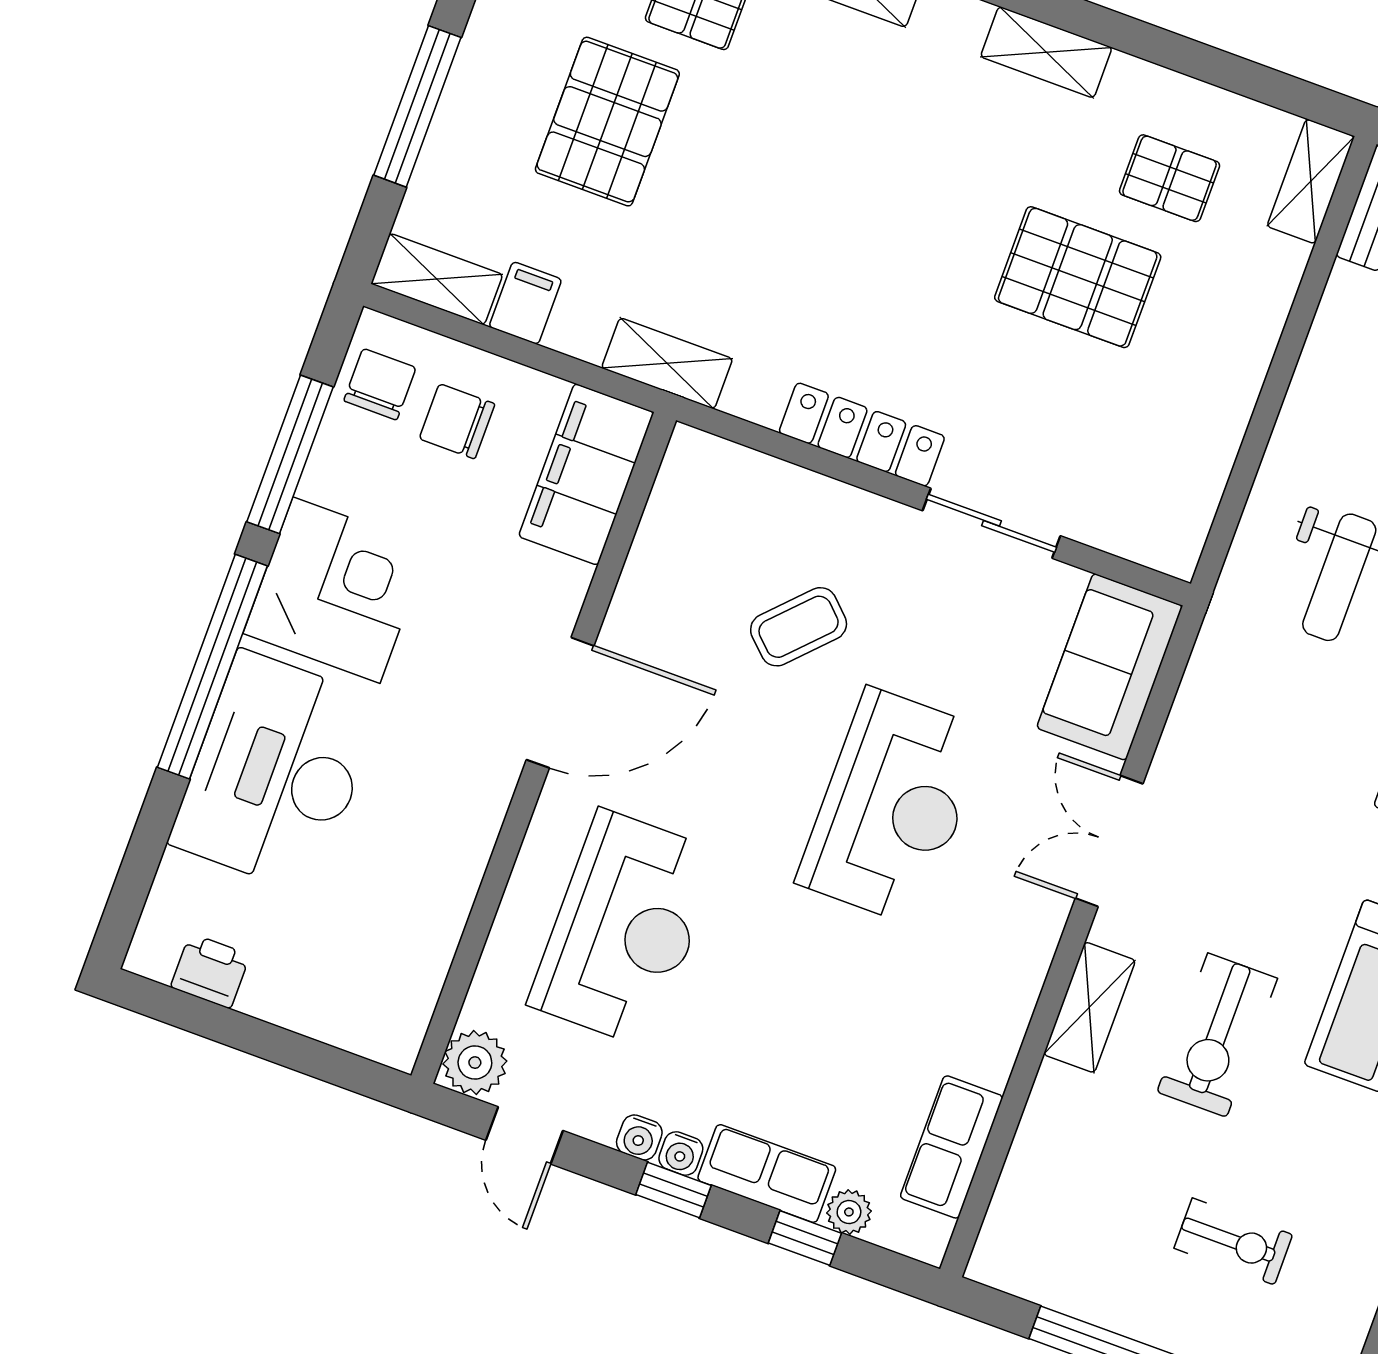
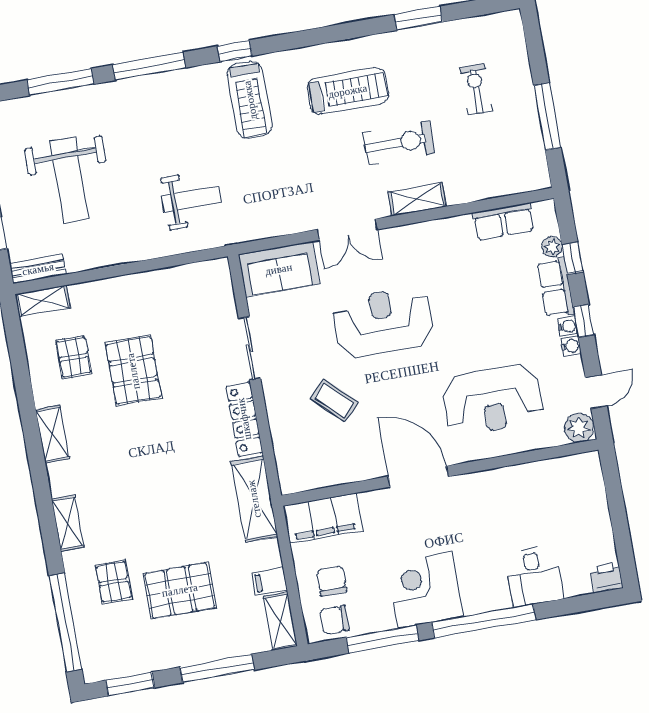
shelving: (667, 363) -> (254, 499), width x1.50, depth x1.33
chair: (457, 421) -> (332, 581), turned 180
desk: (276, 772) -> (534, 576), width x0.53, depth x0.77
reception desk: (625, 928) -> (492, 400), turned 180
printer: (210, 971) -> (607, 578), moved, turned 90

